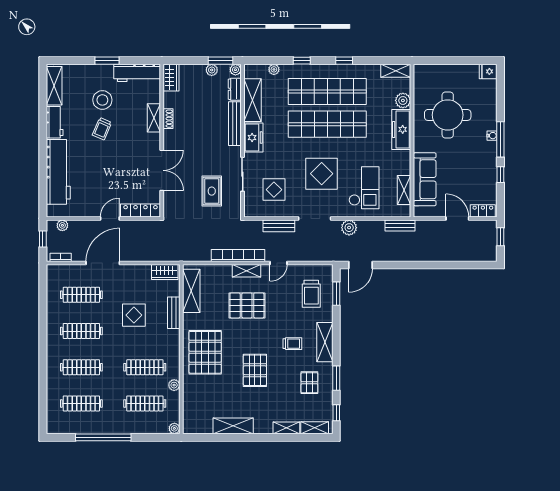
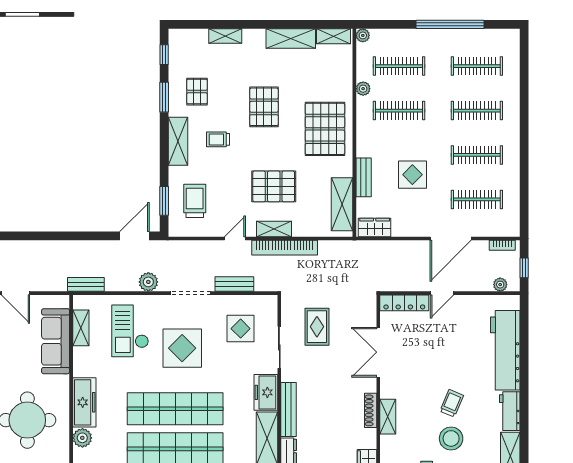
shoe rack: (168, 119) -> (371, 410), width x1.43
shelving: (315, 428) -> (334, 36), moved

